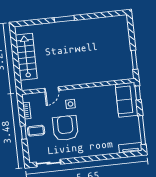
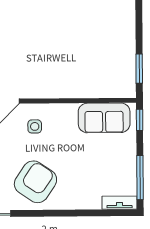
sofa: (127, 100) -> (104, 118), moved, turned -90
armchair: (65, 128) -> (35, 182), moved, turned 34

